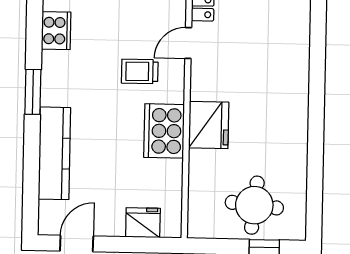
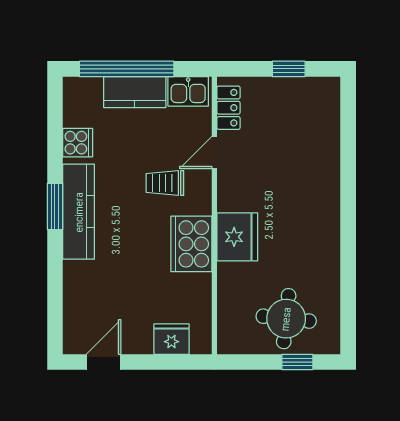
cooker: (56, 31) -> (78, 143), width x0.73
kitchen counter: (54, 153) -> (79, 212), moved

